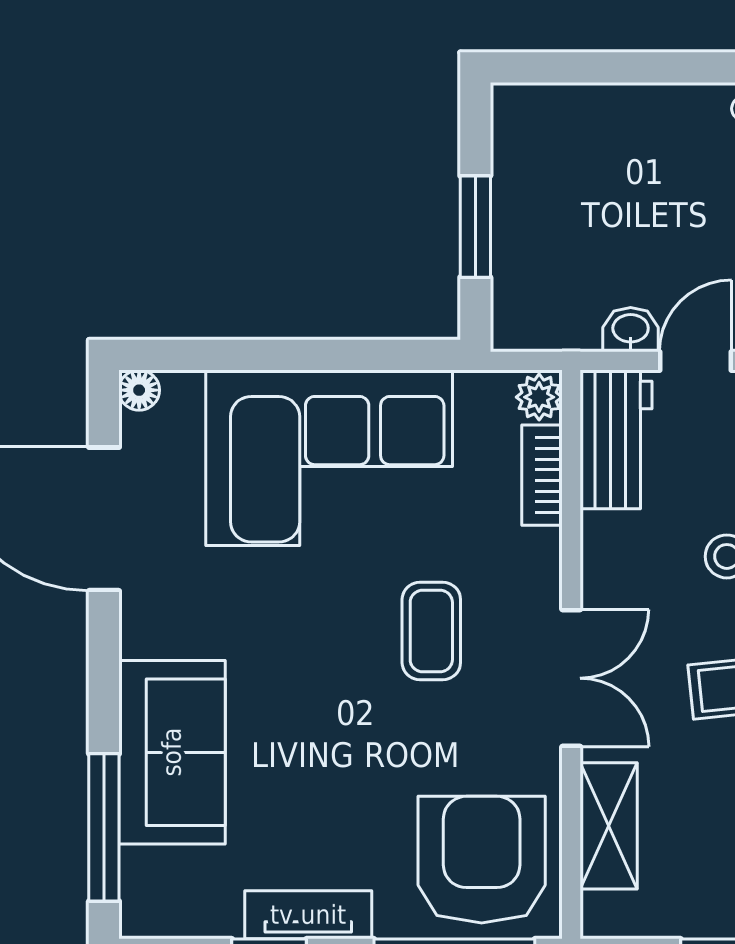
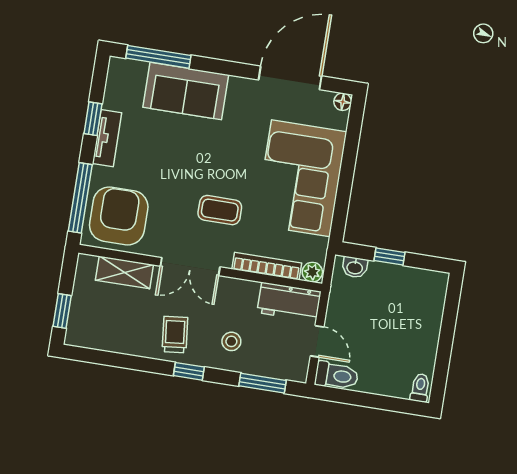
window: (475, 227) -> (389, 257), width x0.67
washbasin: (631, 330) -> (355, 267), moved, turned 90
bookcase: (542, 475) -> (267, 266), width x1.56
armchair: (482, 860) -> (119, 216), turned -90

